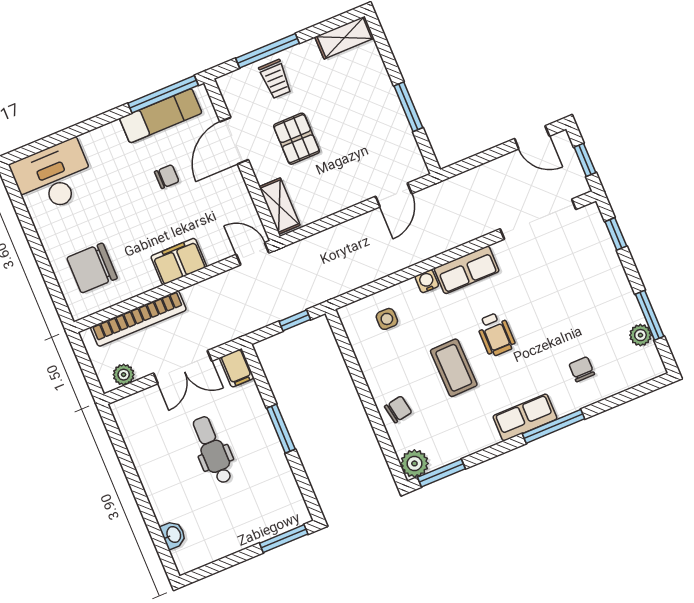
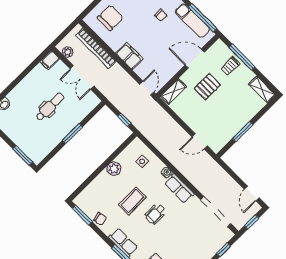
chair: (167, 177) -> (161, 15), moved
chair: (92, 268) -> (110, 18), turned 90
filing cabinet: (237, 368) -> (50, 60), moved
chair: (398, 409) -> (100, 219), moved
plant: (414, 463) -> (114, 169), moved

